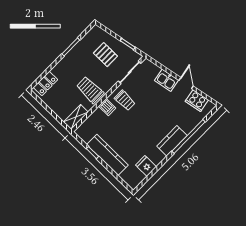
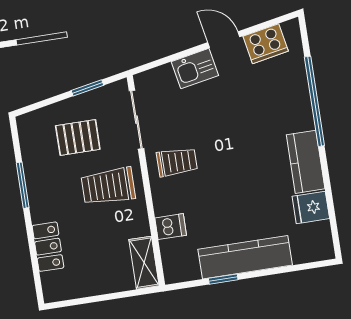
locker: (46, 83) -> (48, 247), moved
trolley: (90, 90) -> (108, 186), moved
dishwasher: (107, 107) -> (171, 227), moved
kitchen counter: (172, 141) -> (306, 162), moved

